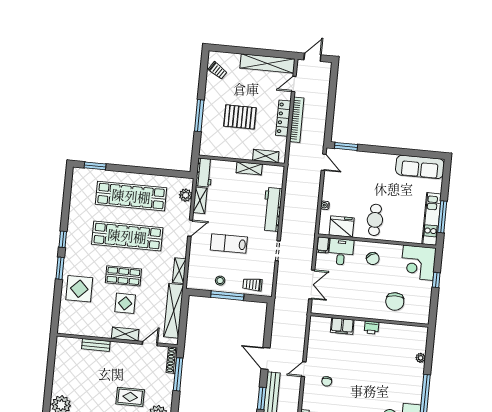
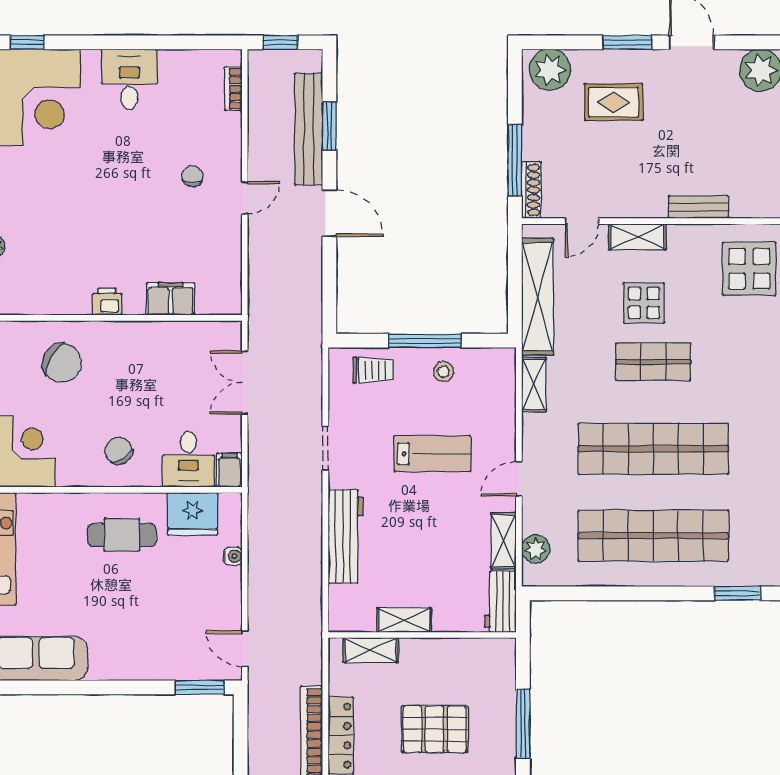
cafe table: (375, 220) -> (122, 535), turned 90
display table: (79, 289) -> (749, 269), moved
chair: (395, 302) -> (62, 363), turned 119

